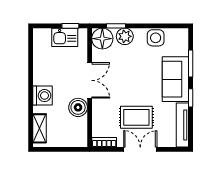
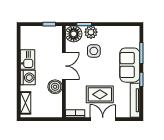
kitchen sink: (65, 37) -> (28, 59), moved, turned -90
side table: (156, 38) -> (94, 51), moved

